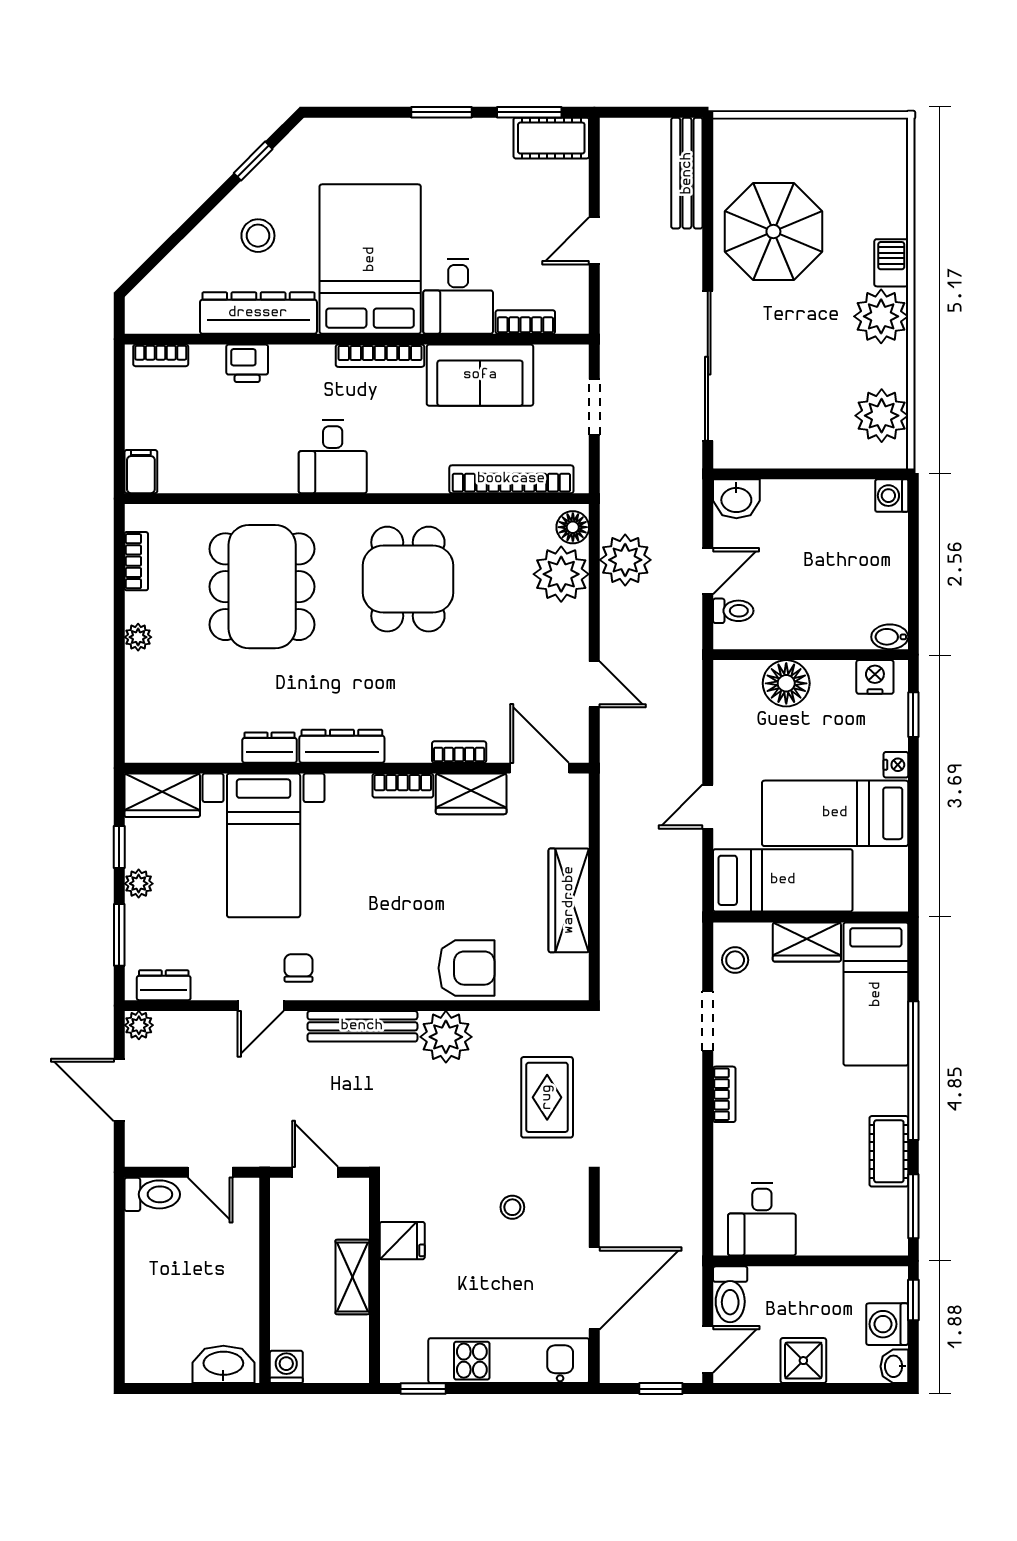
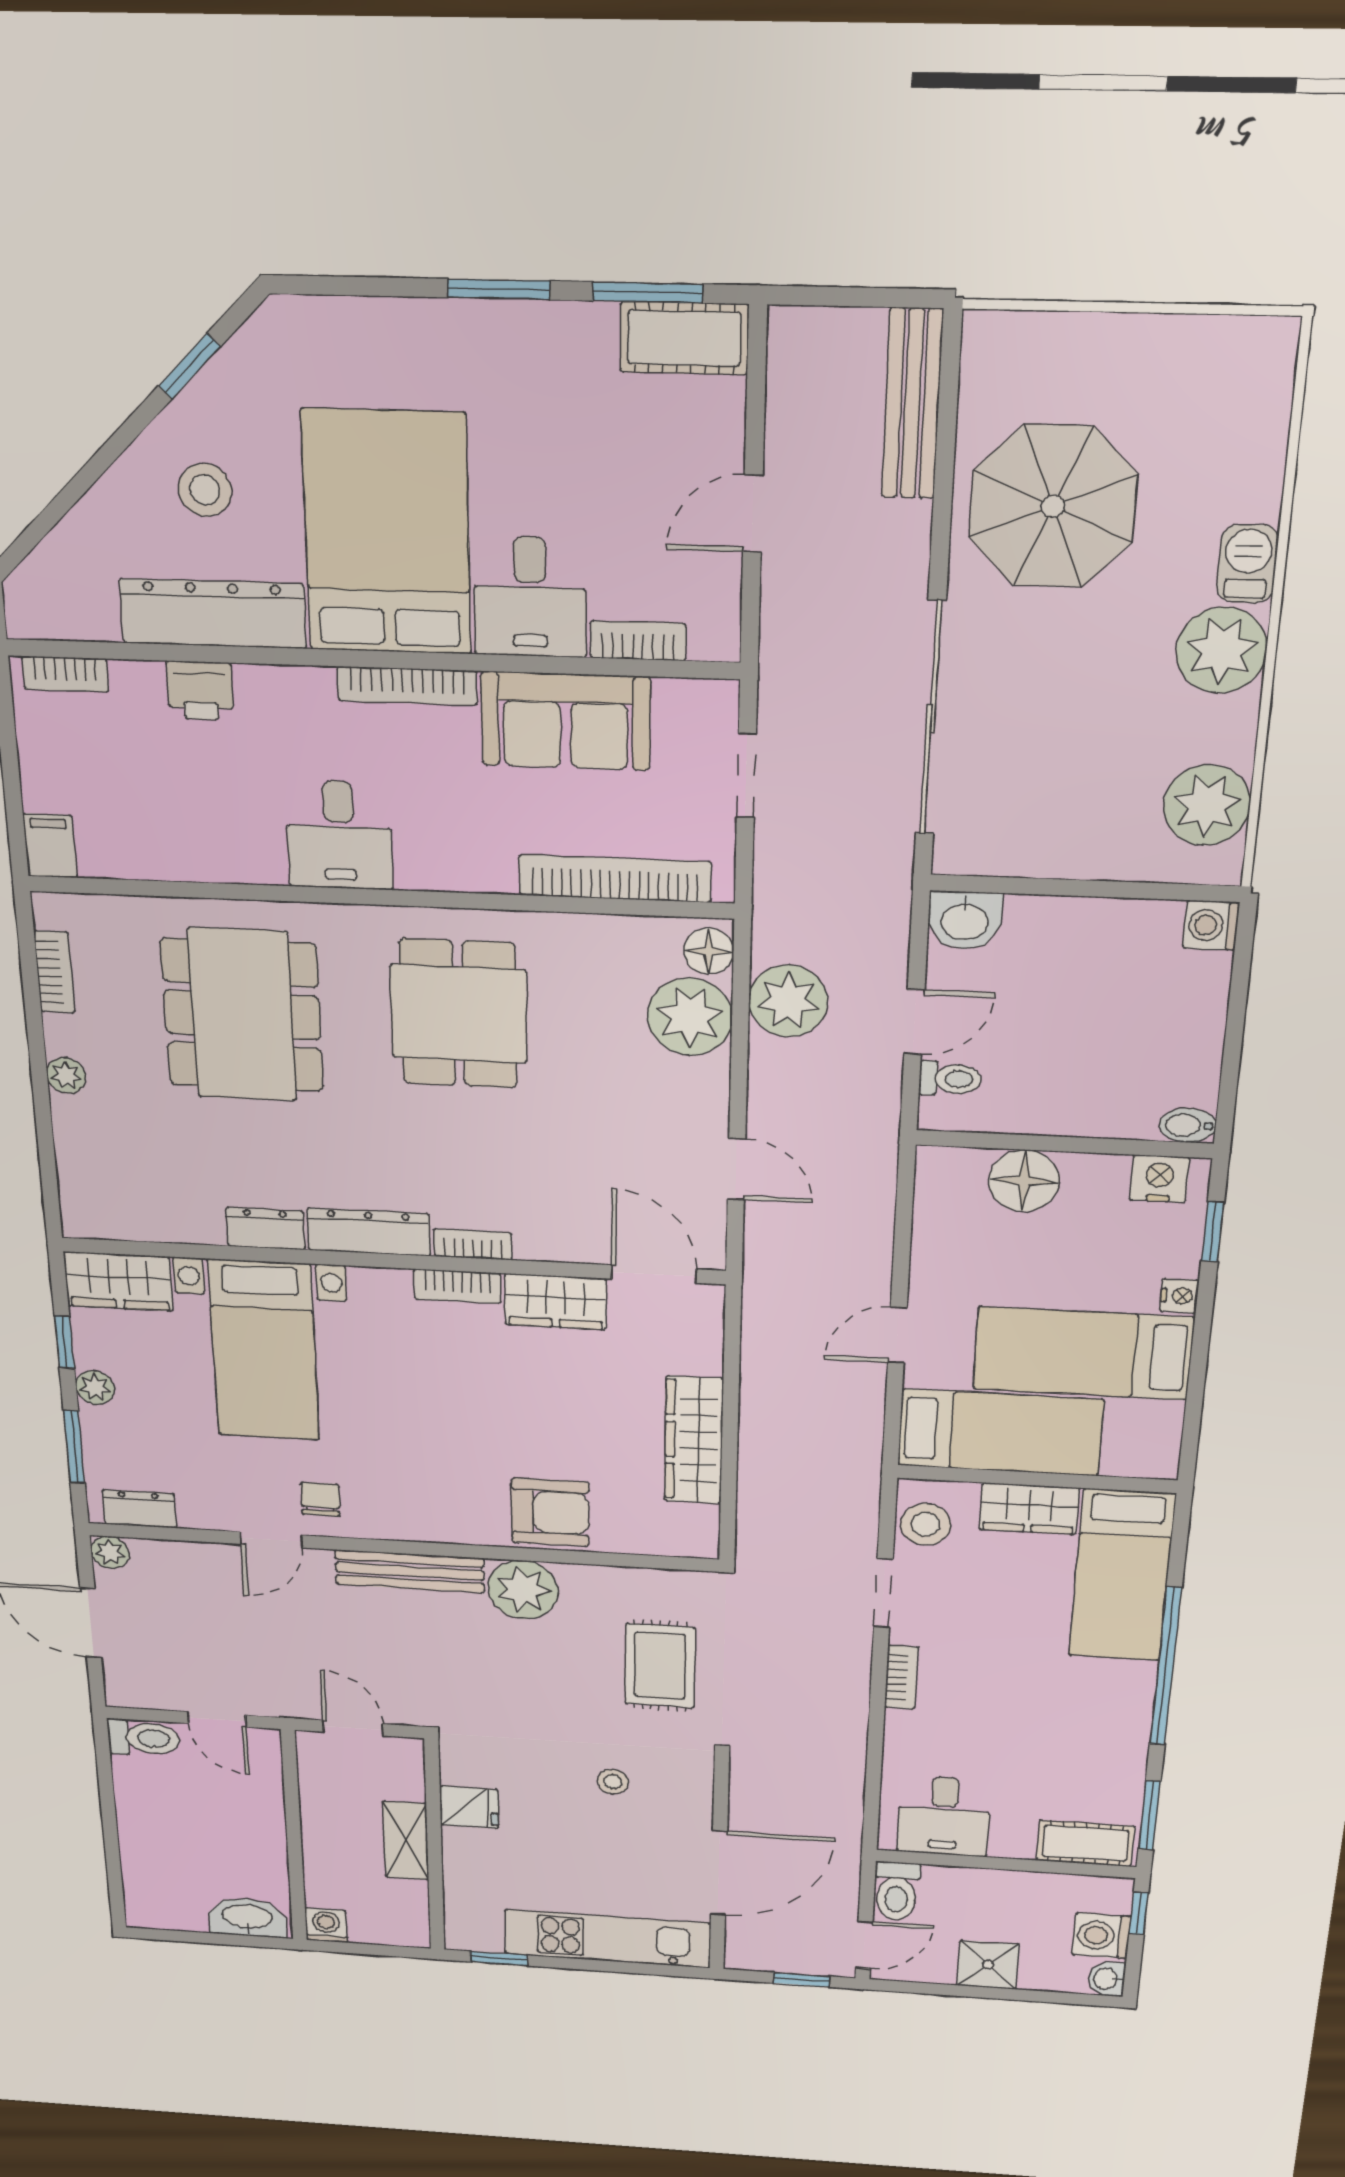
bookcase: (459, 752) -> (473, 1244), moved
stool: (735, 960) -> (926, 1524), width x1.37, depth x1.37
cot: (889, 1151) -> (1085, 1843), moved, turned 90

